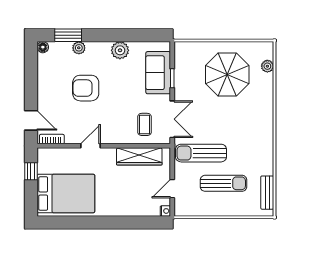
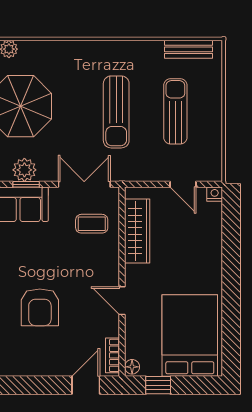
plant: (182, 77) -> (24, 170), added
floor lamp: (44, 153) -> (132, 367), added
sun lounger: (201, 153) -> (116, 112), moved

